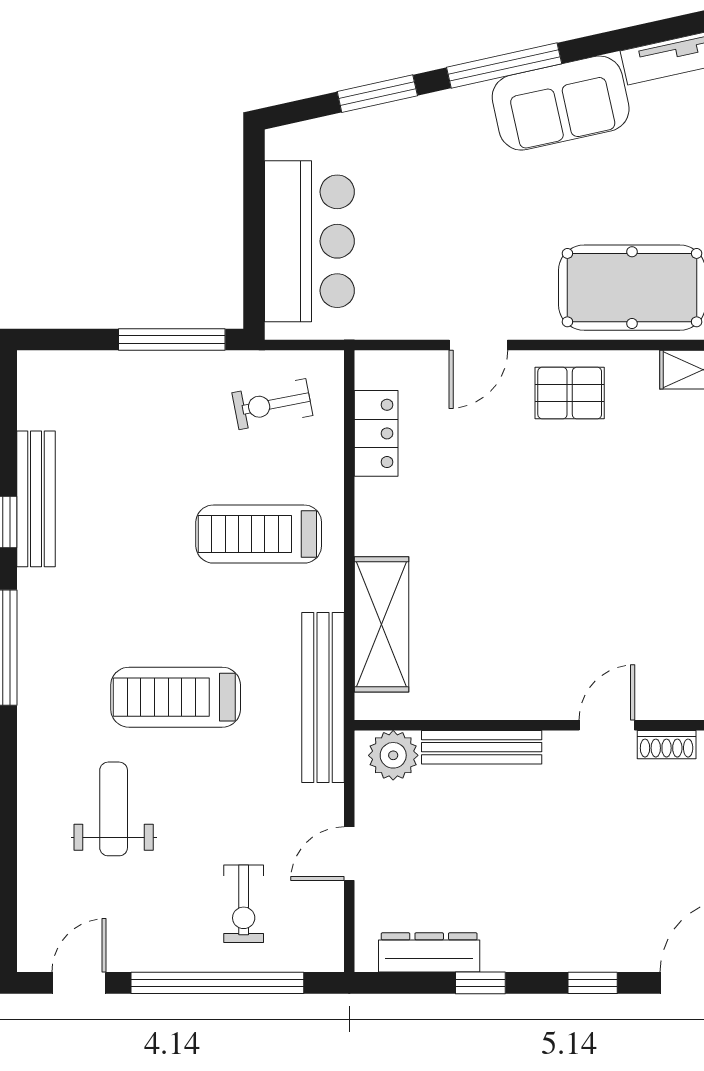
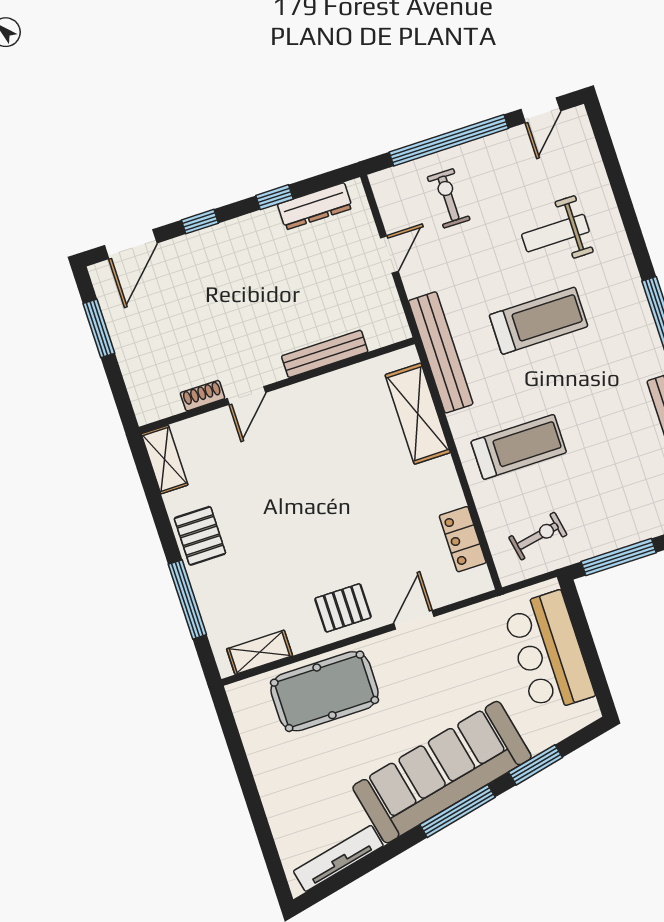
sofa: (561, 103) -> (442, 772), width x1.85, depth x1.27
plant: (393, 755) -> (382, 329), removed
weight bench: (114, 809) -> (555, 233), turned 90

